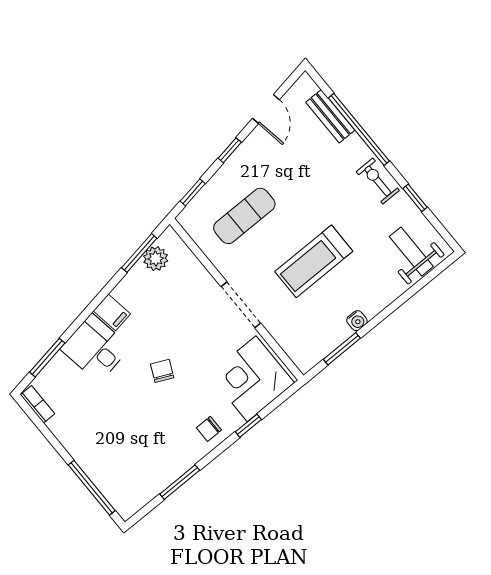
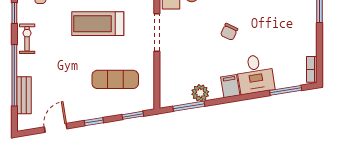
exercise bike: (378, 181) -> (27, 39), turned 180
plant: (156, 259) -> (200, 93), moved
treadmill: (314, 261) -> (98, 24), turned 180

